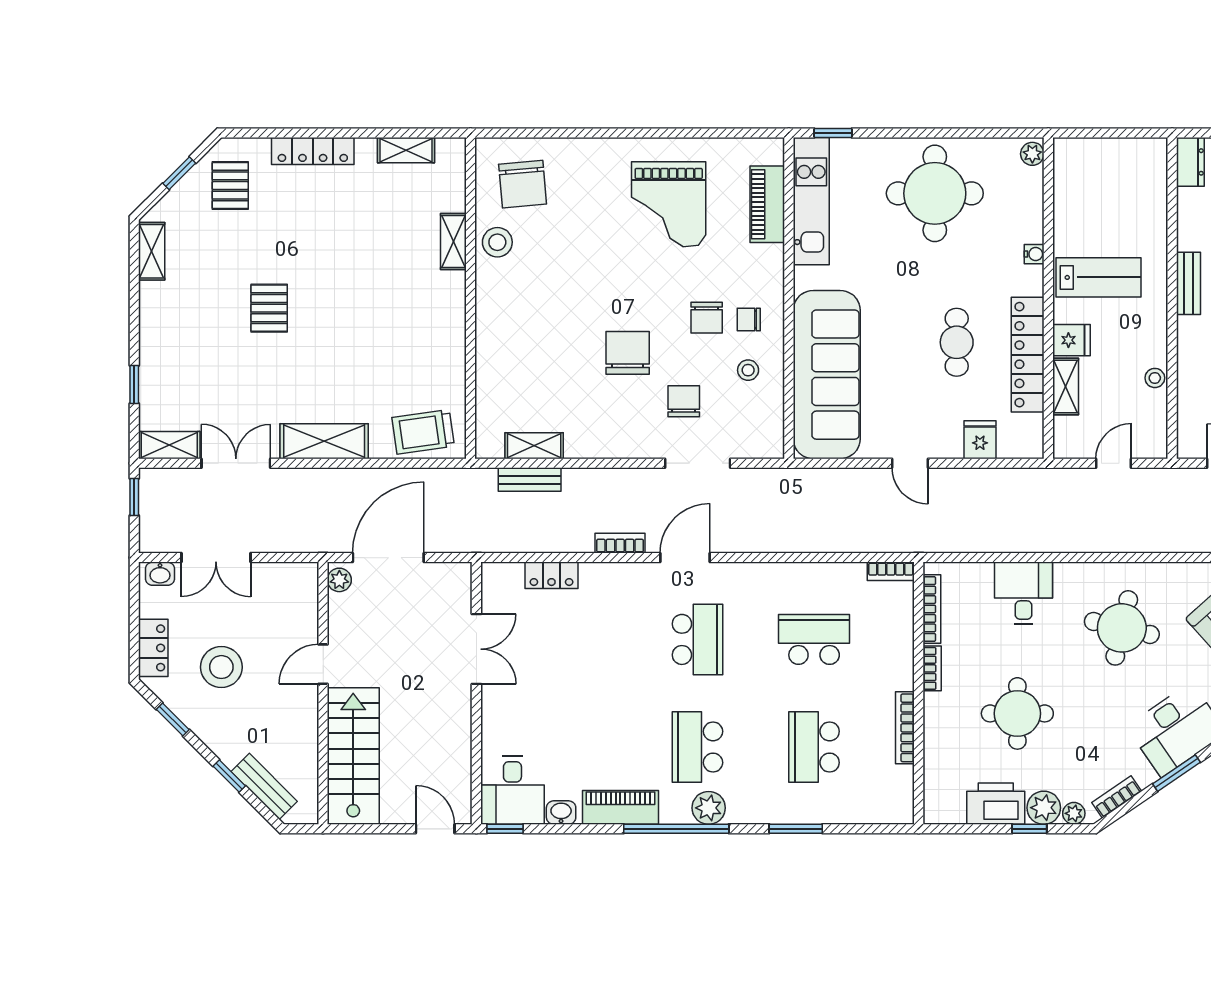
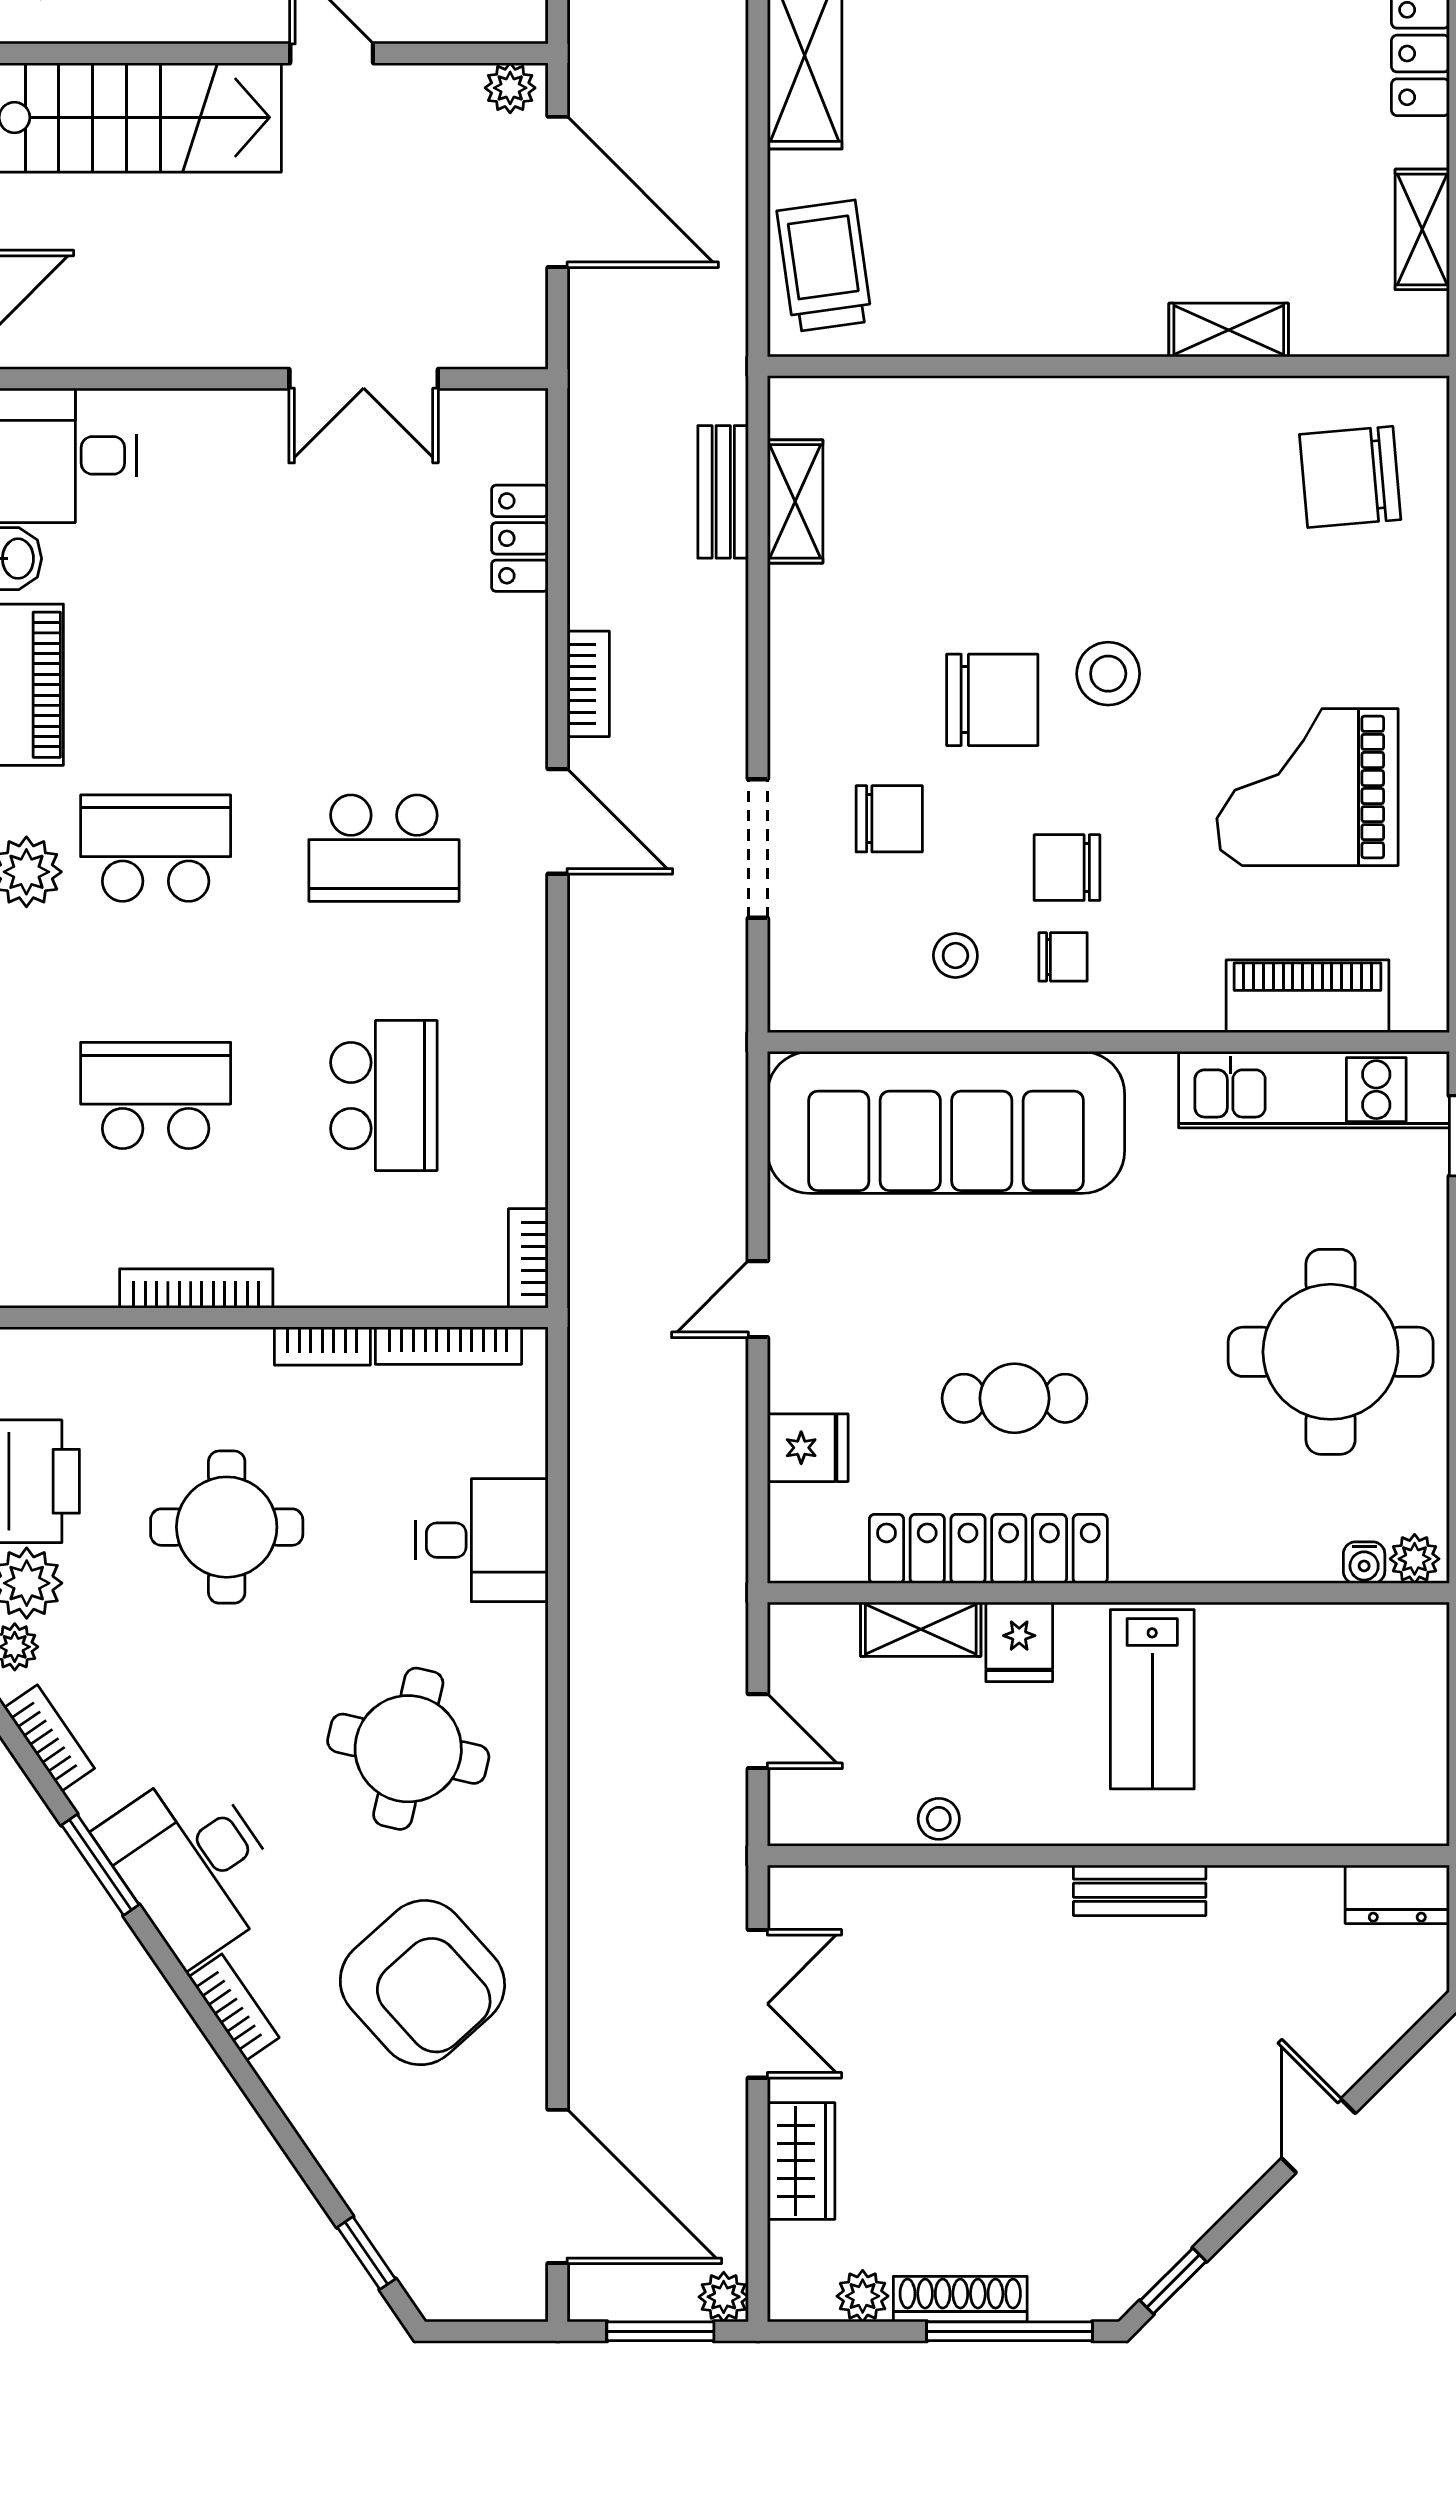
stool: (497, 242) -> (1108, 674), moved
water cooler: (1034, 254) -> (1364, 1563), moved
chair: (749, 319) -> (1063, 957), turned 90

